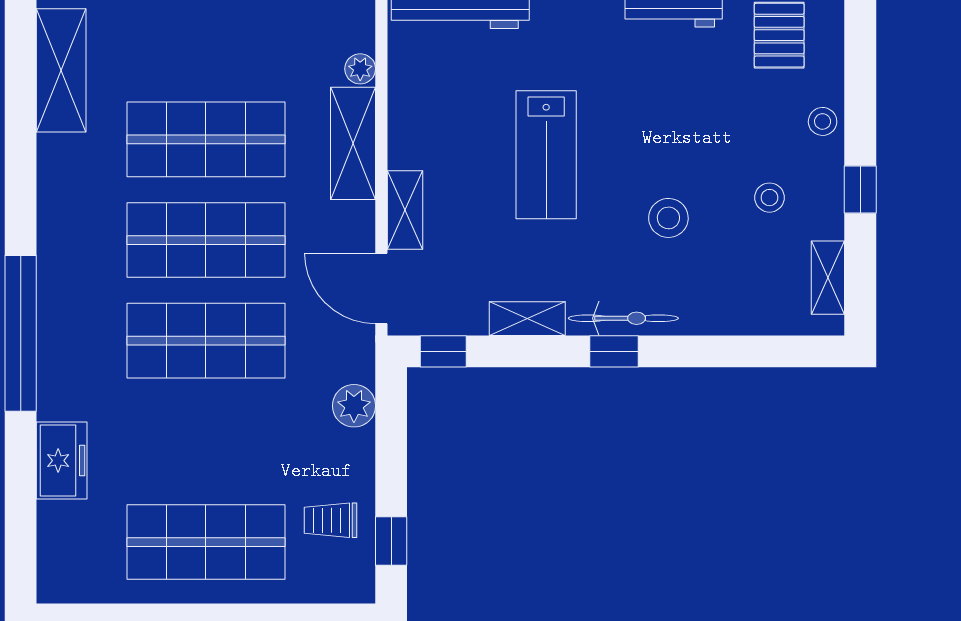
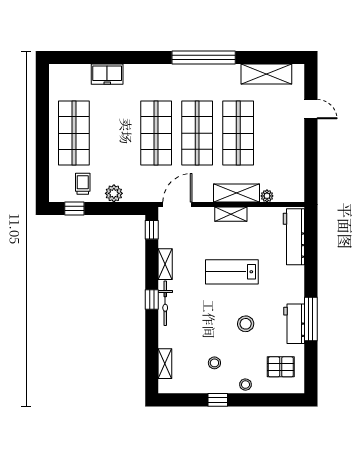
shelving: (405, 210) -> (231, 214), moved
stool: (668, 218) -> (246, 324), moved
shelving: (828, 278) -> (165, 364), moved, turned 90
window: (21, 333) -> (204, 57), moved
plant: (354, 406) -> (114, 193), moved

